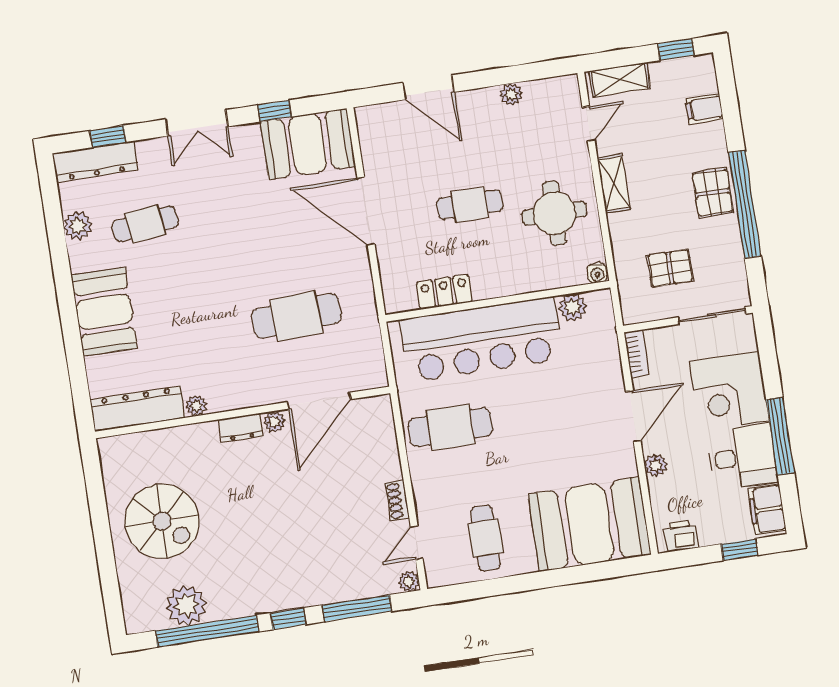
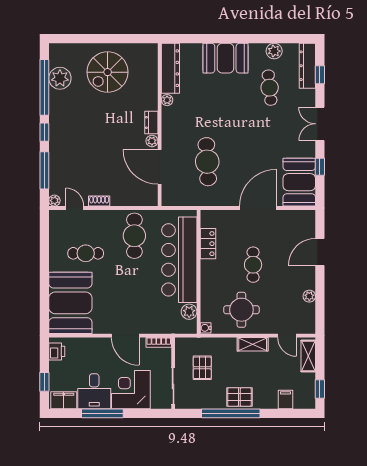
plant: (656, 465) -> (97, 344), removed
cafe table: (486, 538) -> (86, 253), moved

